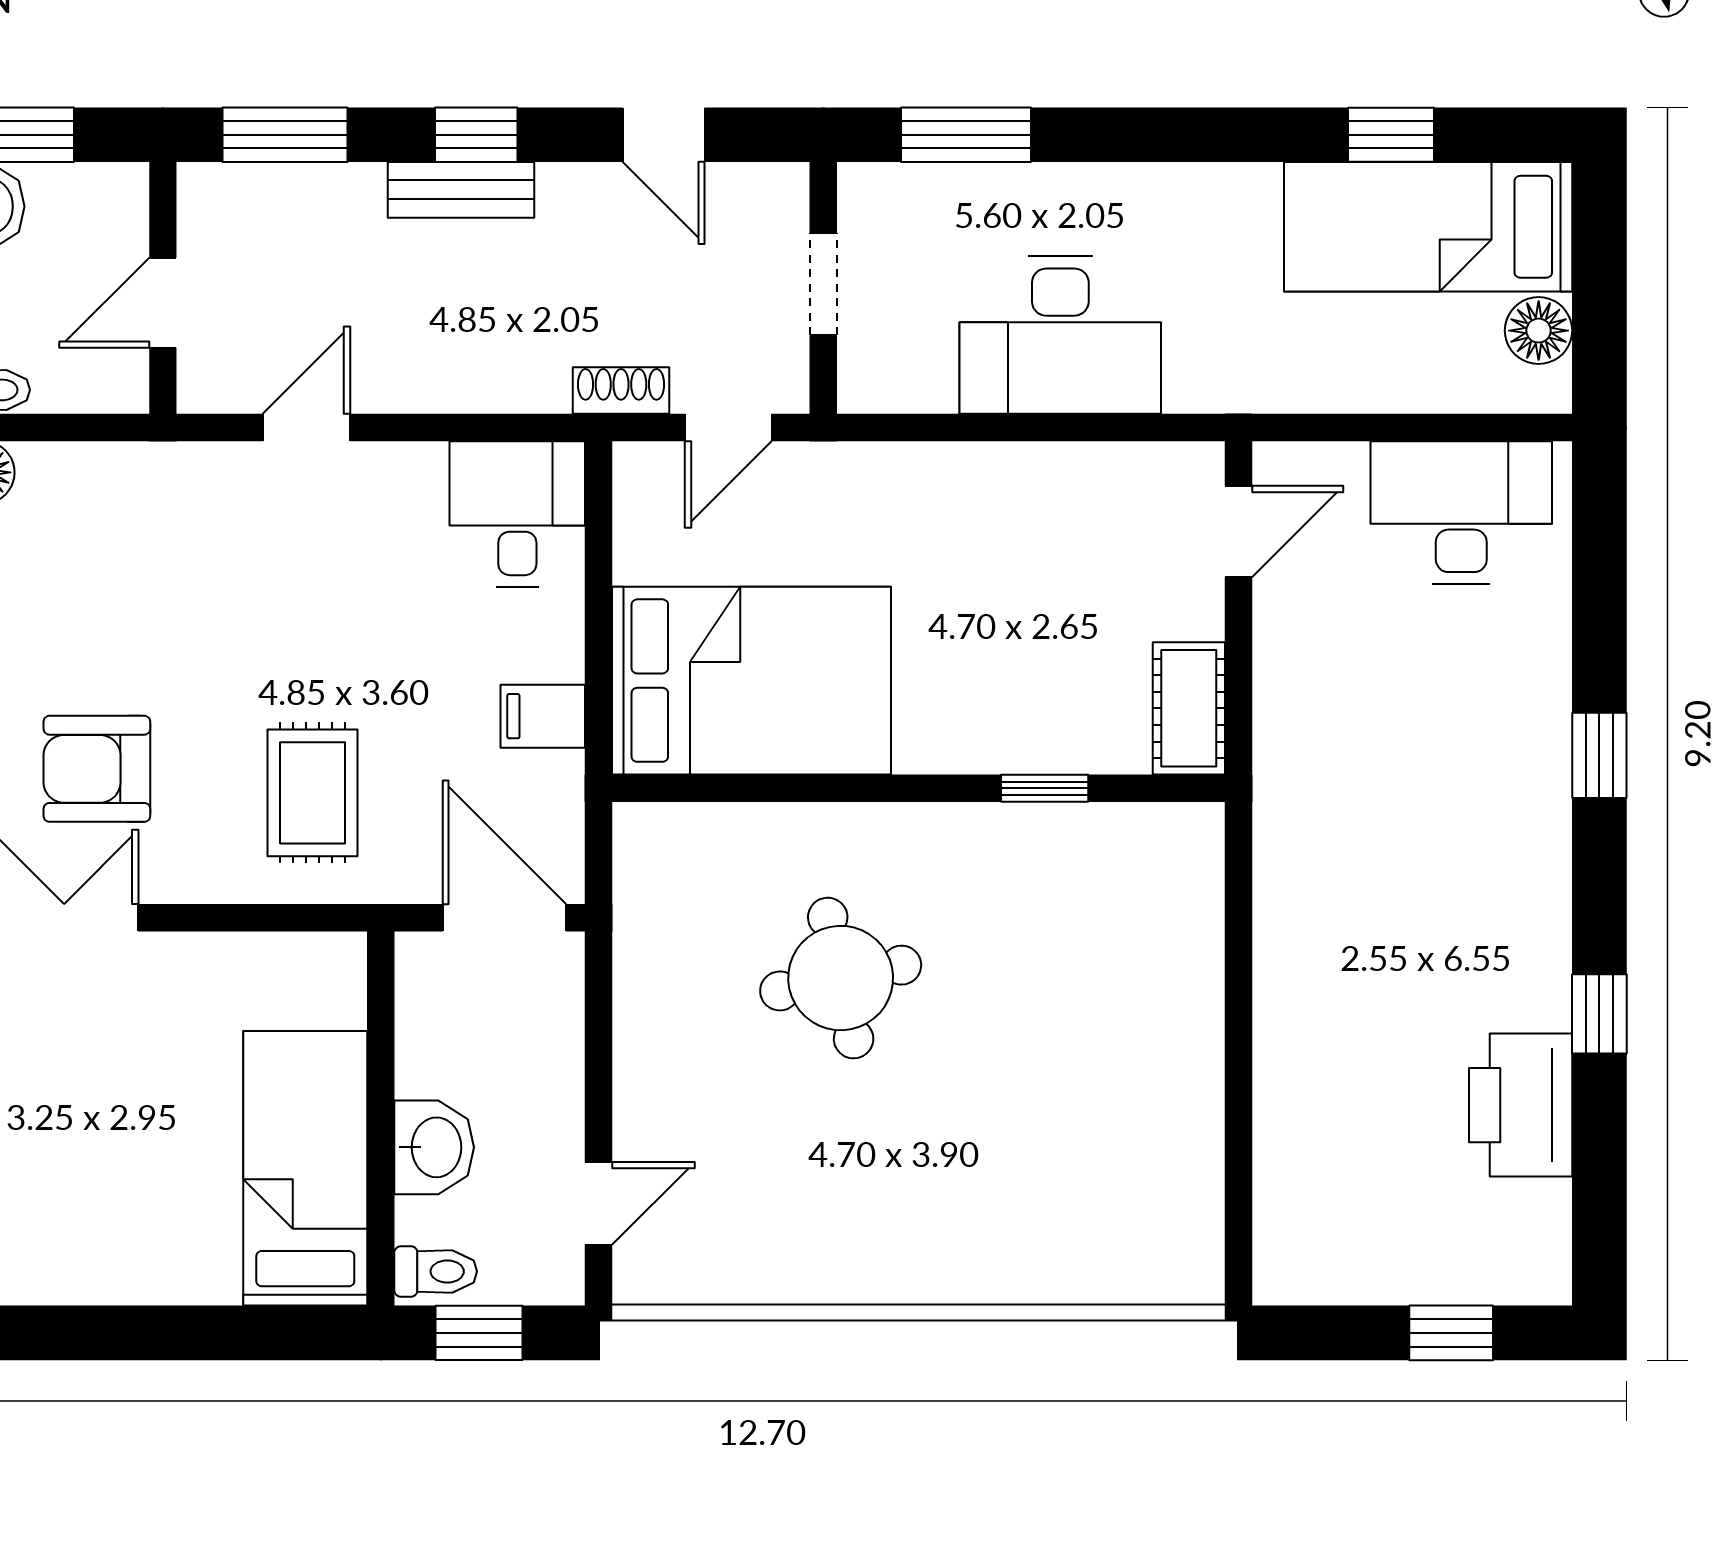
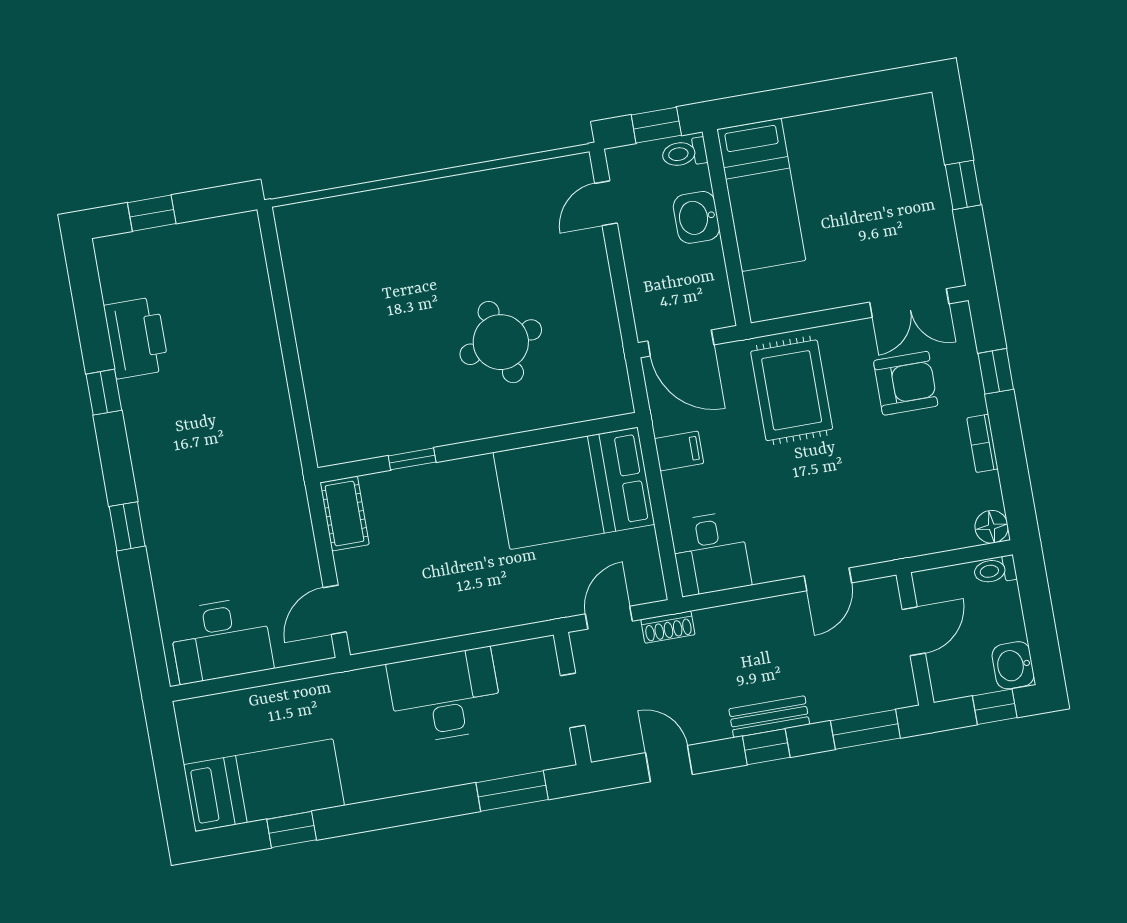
floor lamp: (1539, 331) -> (197, 741), removed
rug: (312, 793) -> (792, 390), width x1.36, depth x1.43

